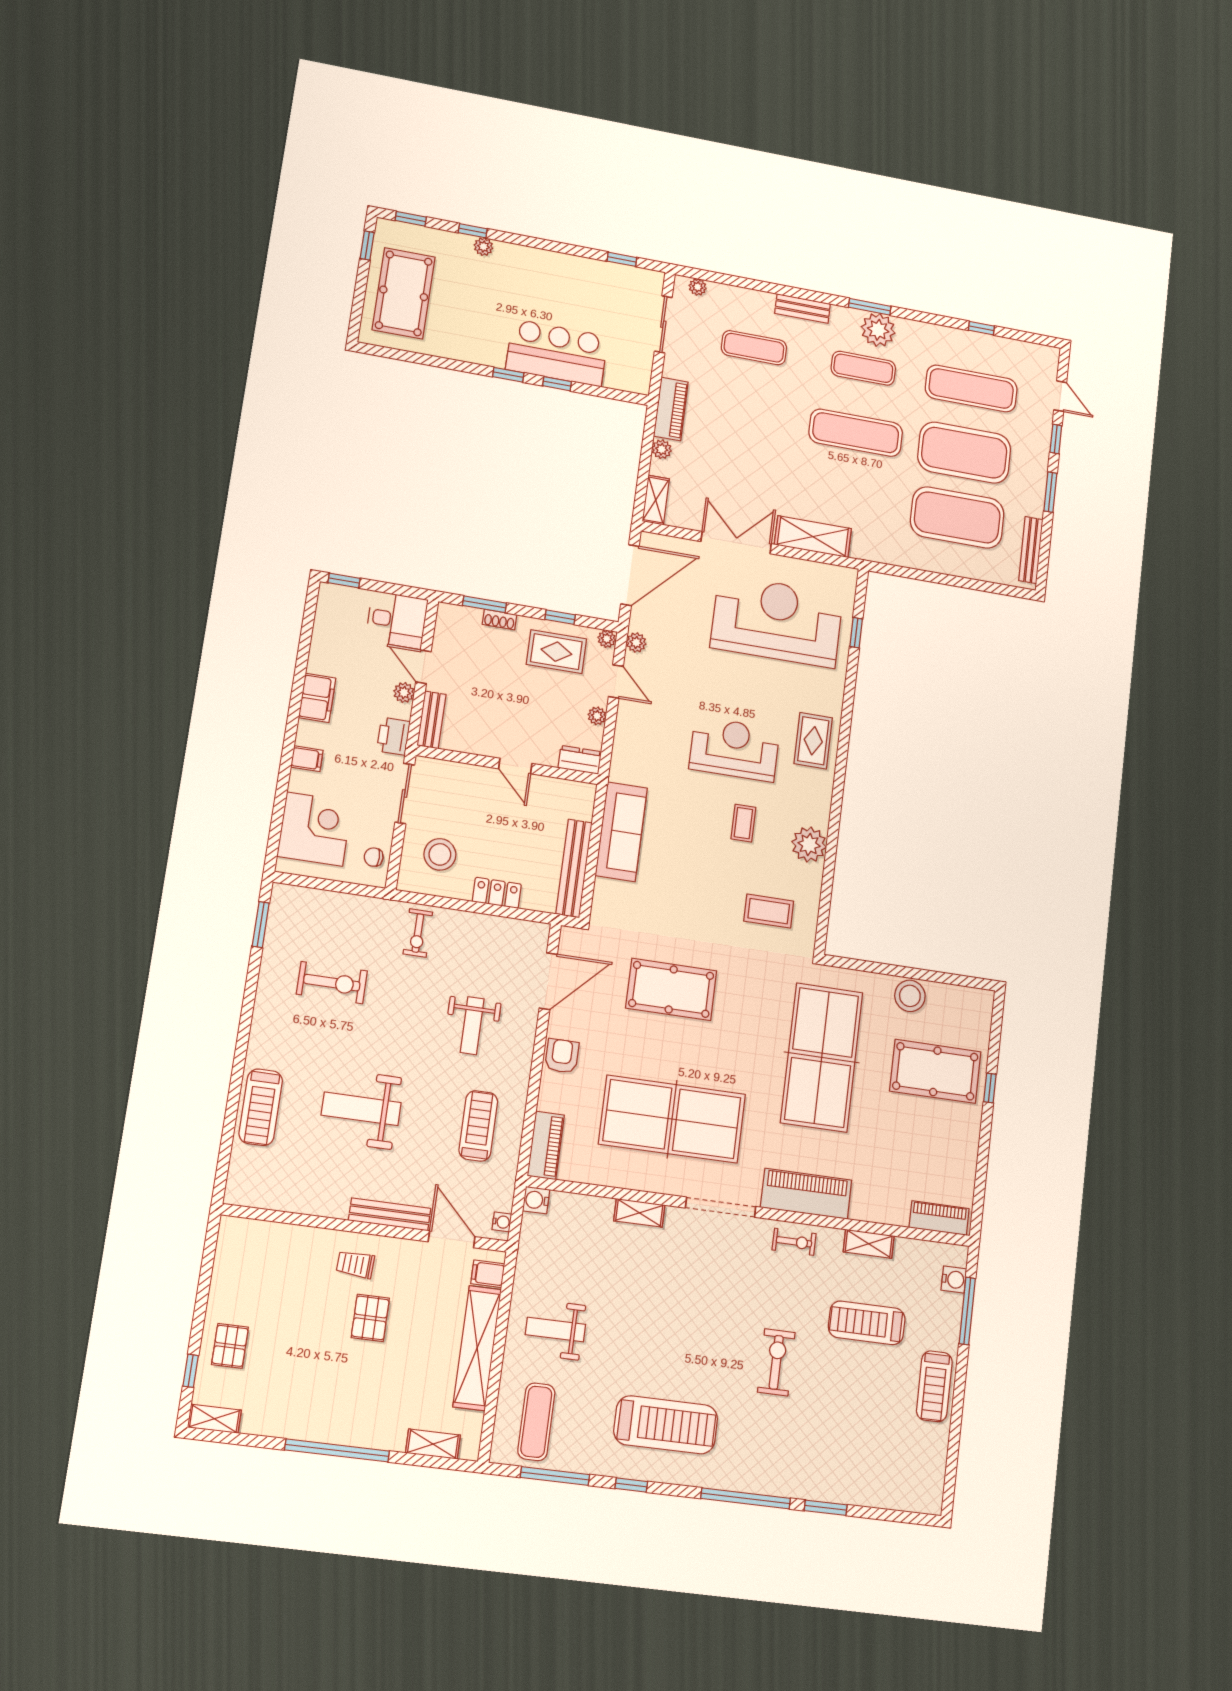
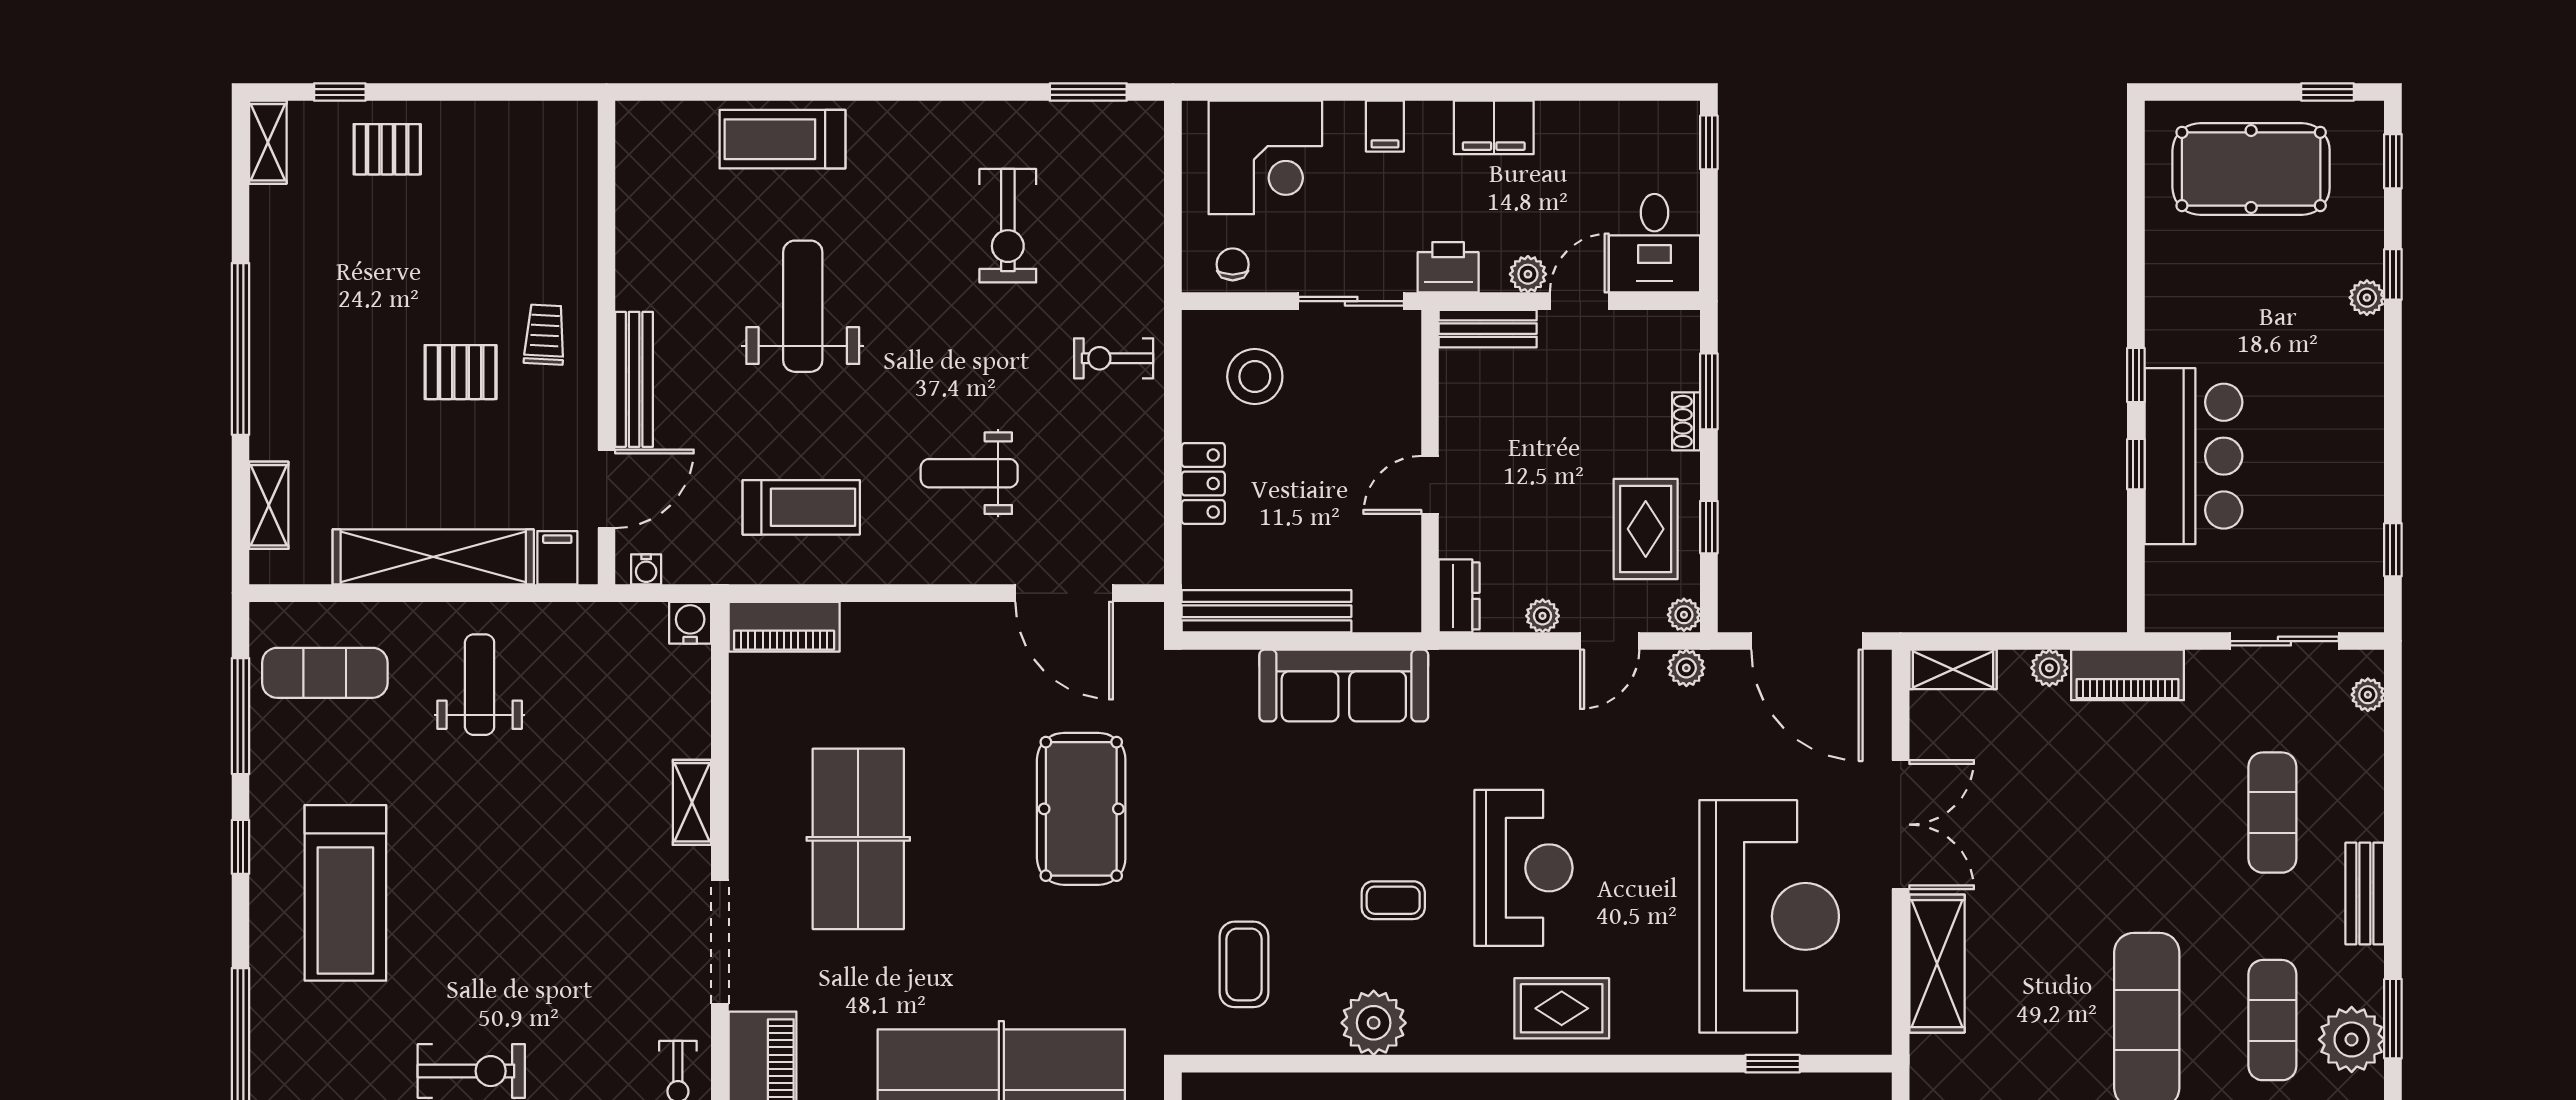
armchair: (562, 1056) -> (939, 634), removed
table tennis table: (672, 1119) -> (858, 839), width x0.73, depth x0.76

